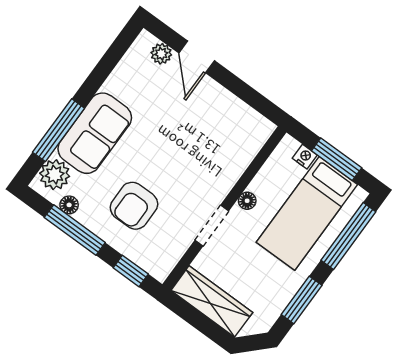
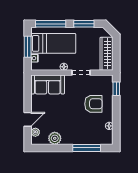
sofa: (95, 133) -> (48, 84), moved, turned 180
plant: (55, 175) -> (55, 138), moved
window: (75, 230) -> (116, 118), removed

